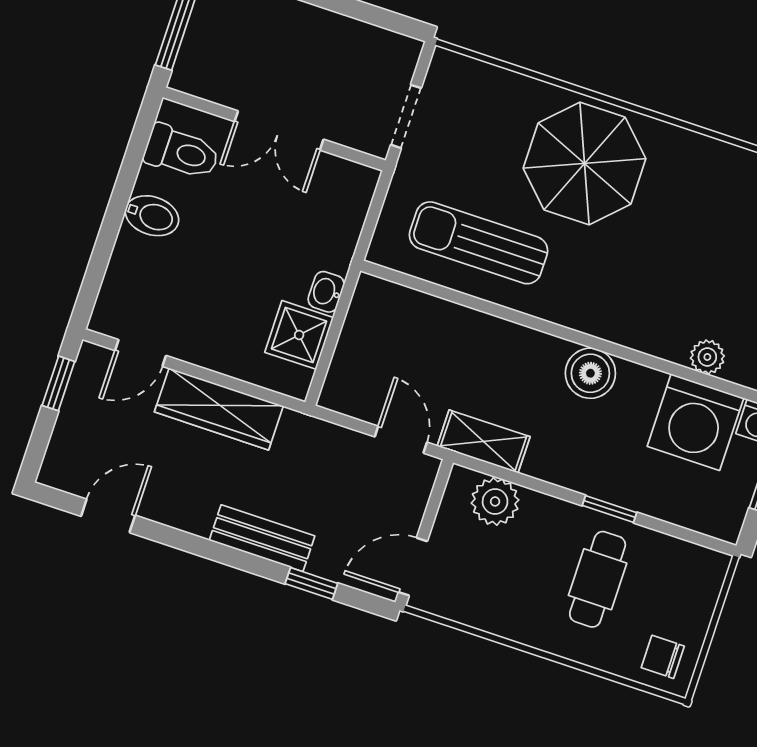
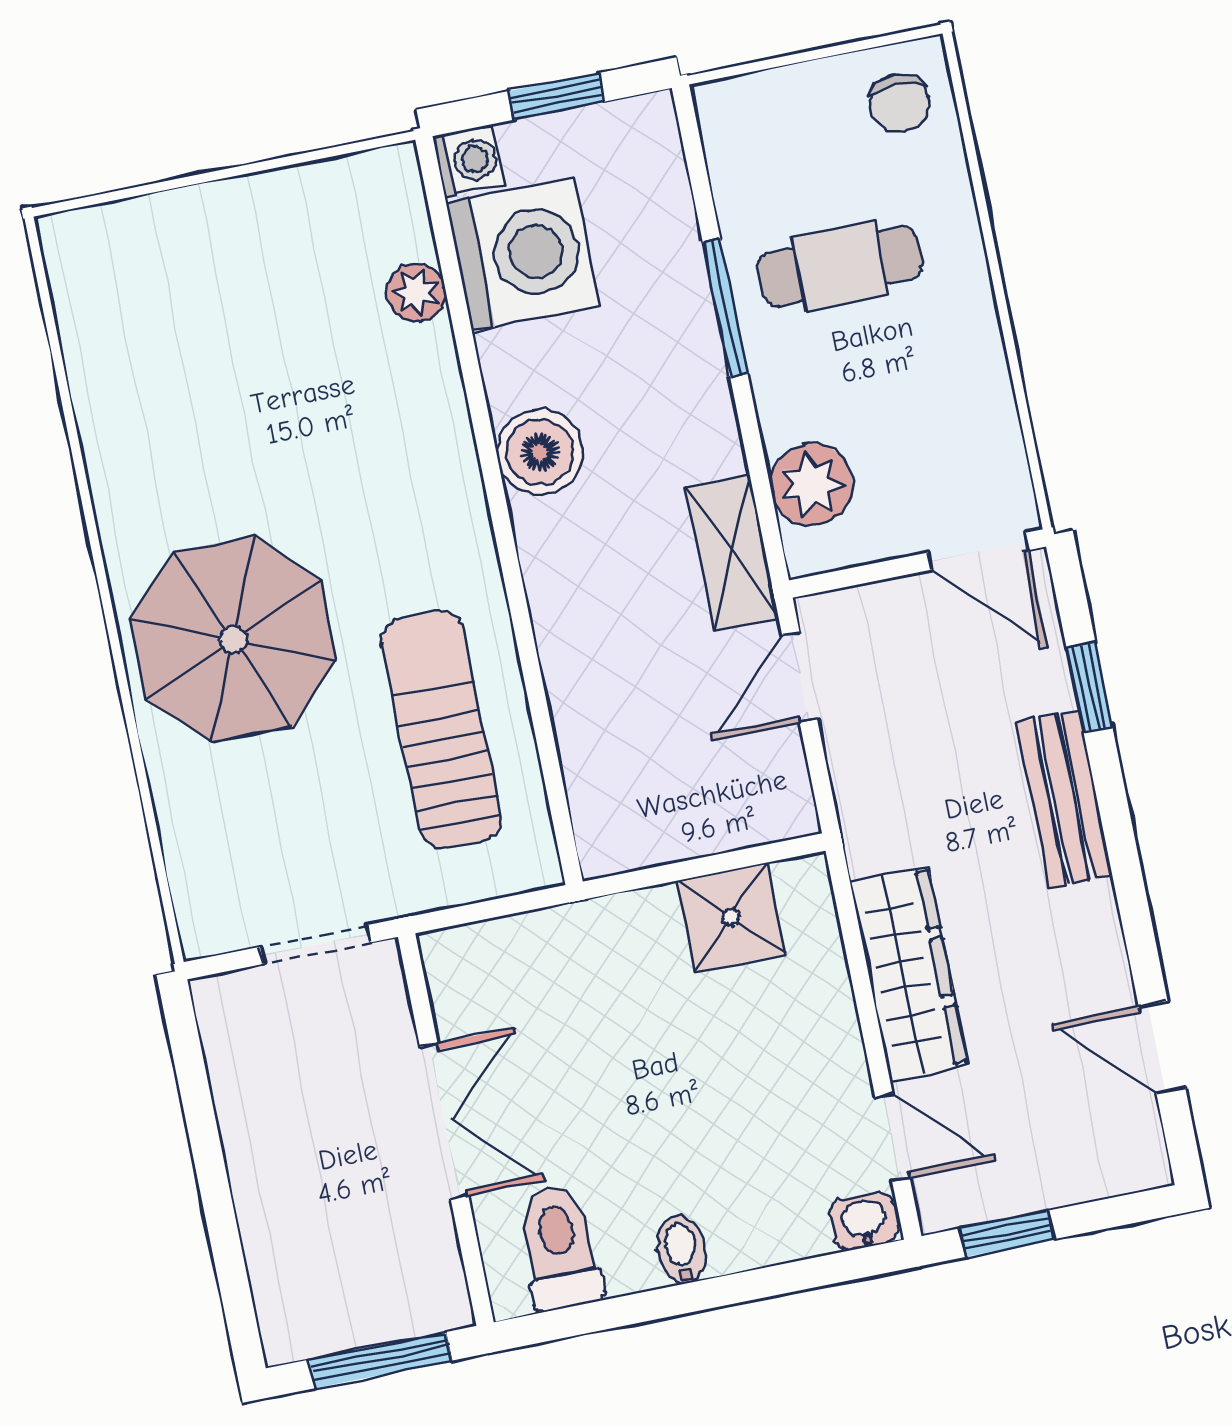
bidet: (152, 216) -> (681, 1249), width x0.72, depth x0.74
sun lounger: (478, 243) -> (441, 729), turned 180
washbasin: (326, 292) -> (864, 1221), moved, turned 180
window: (610, 509) -> (725, 308), width x1.50

